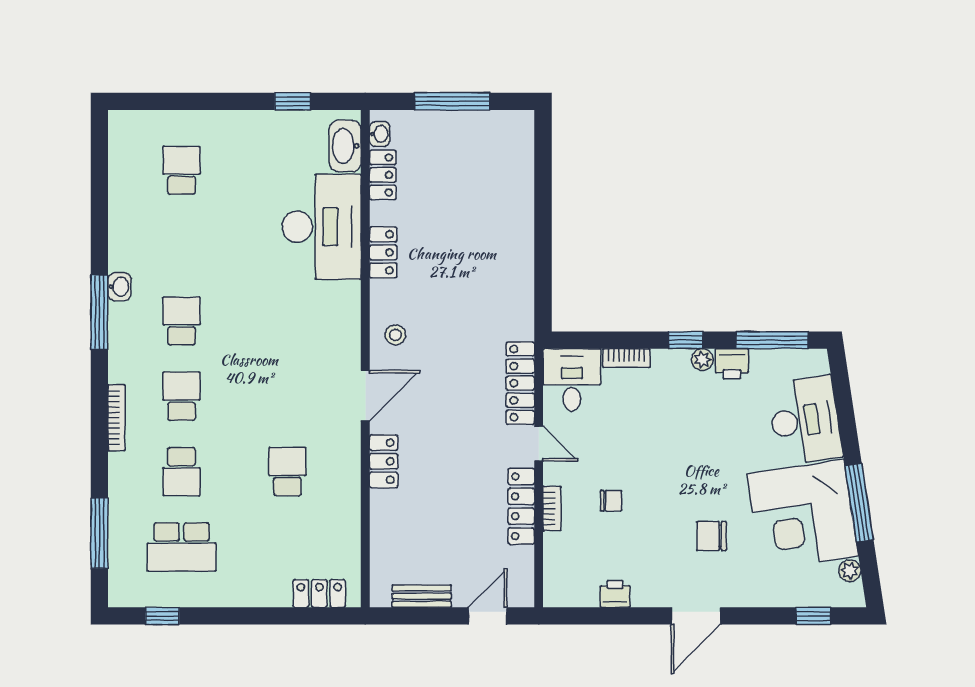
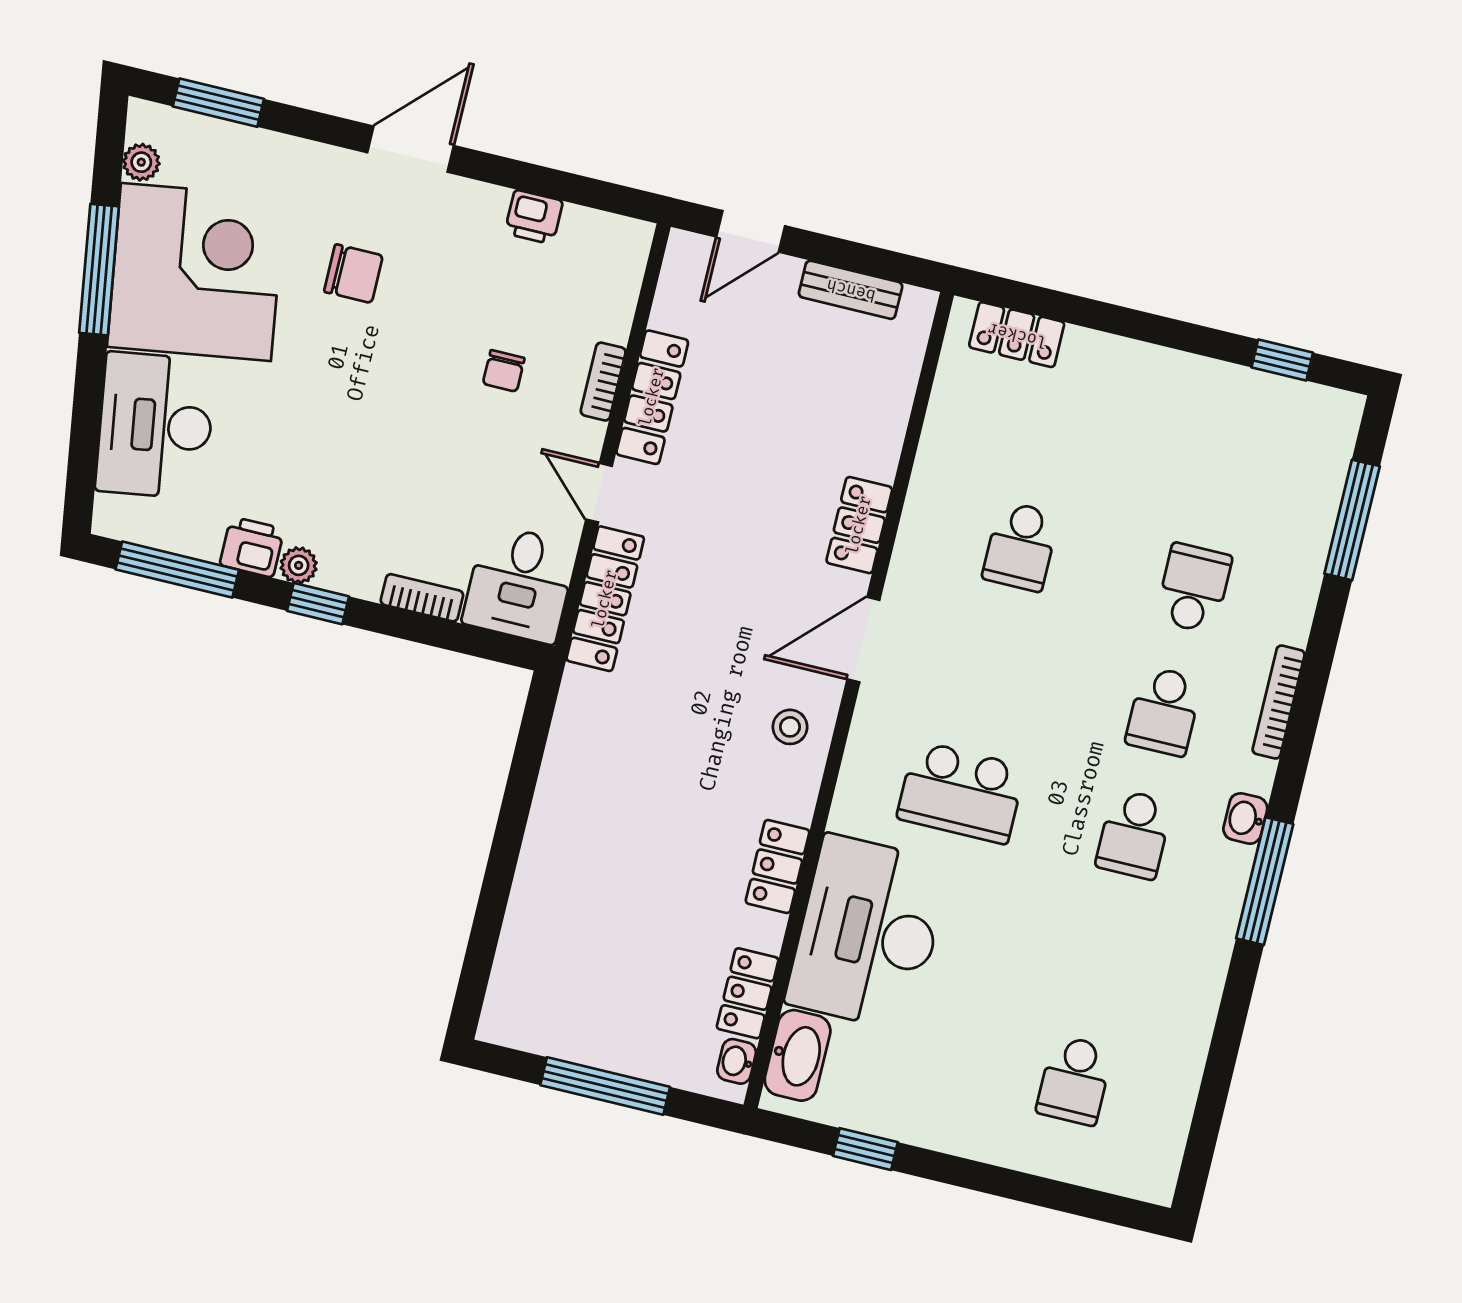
washbasin: (119, 287) -> (1245, 818), moved
chair: (611, 501) -> (504, 371), turned -90
school desk: (182, 547) -> (961, 792), moved, turned 180
window: (813, 616) -> (218, 103), width x1.50

